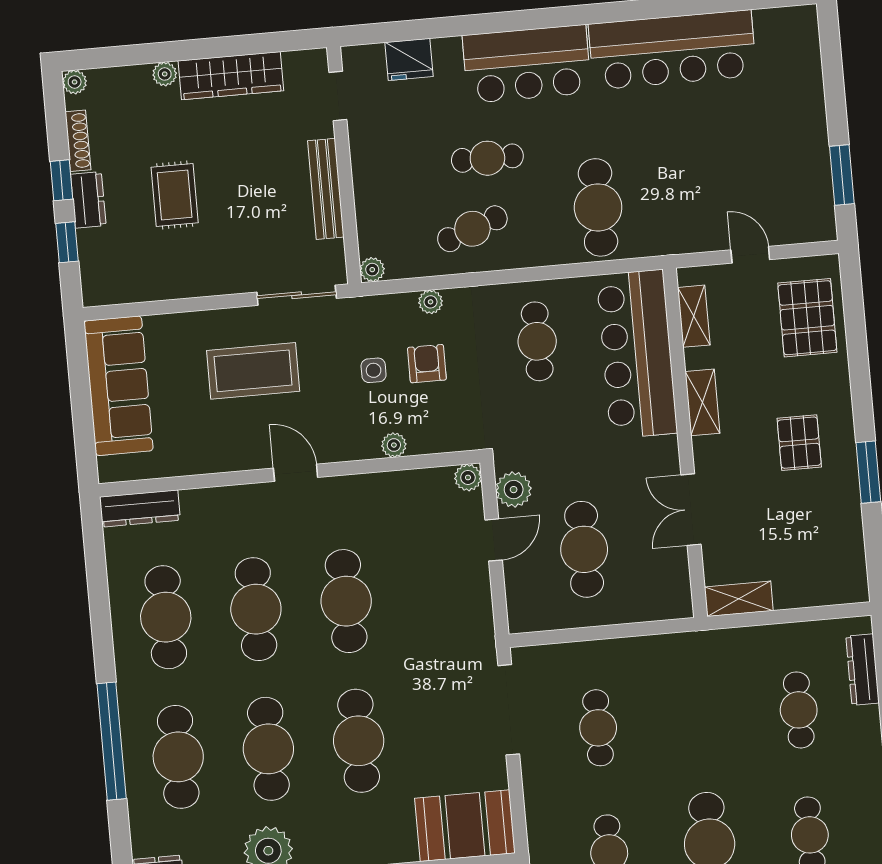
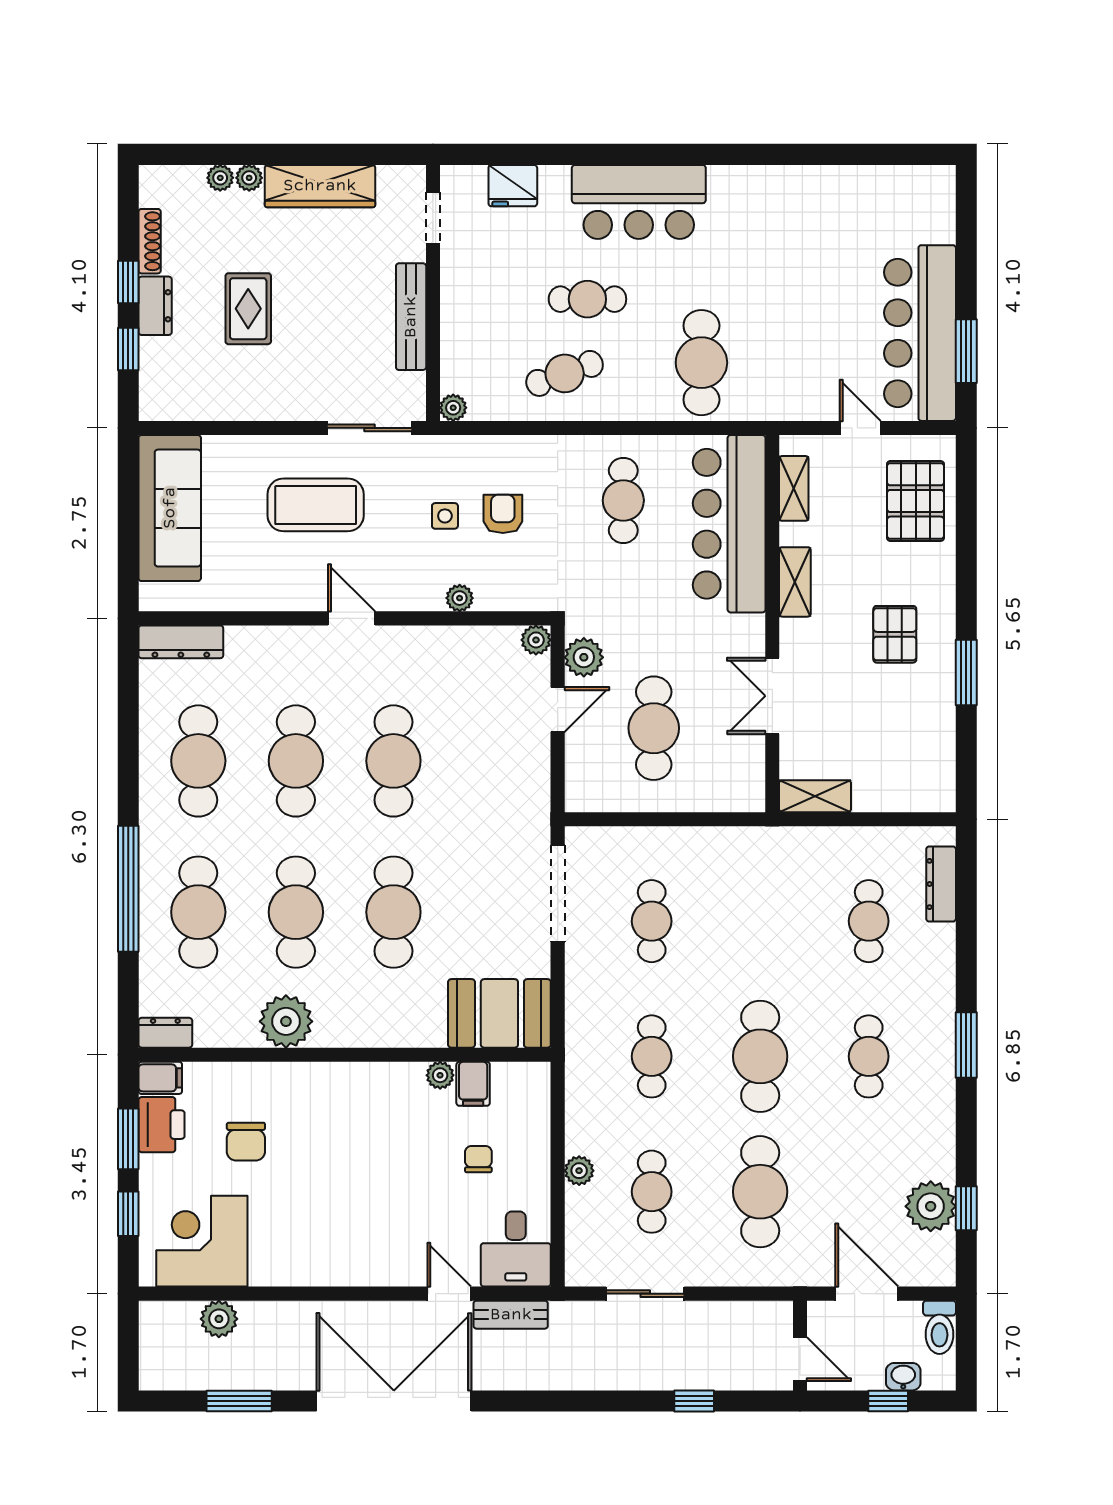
bar counter: (672, 50) -> (920, 333), moved, turned 90
plant: (75, 82) -> (220, 178), moved
plant: (431, 302) -> (513, 448), removed

